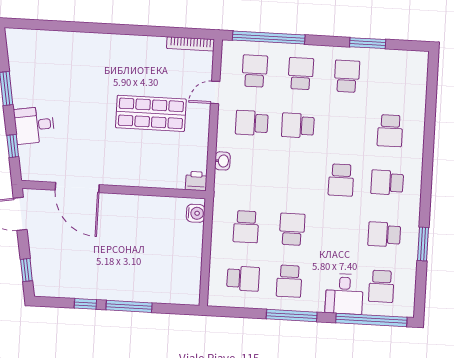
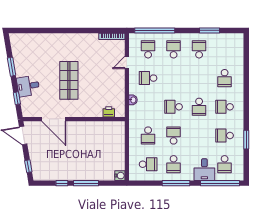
shop shelf: (151, 113) -> (69, 80), moved, turned 90
school desk: (298, 125) -> (174, 107), moved
printer: (196, 181) -> (109, 112), moved
water cooler: (196, 213) -> (120, 176), moved

